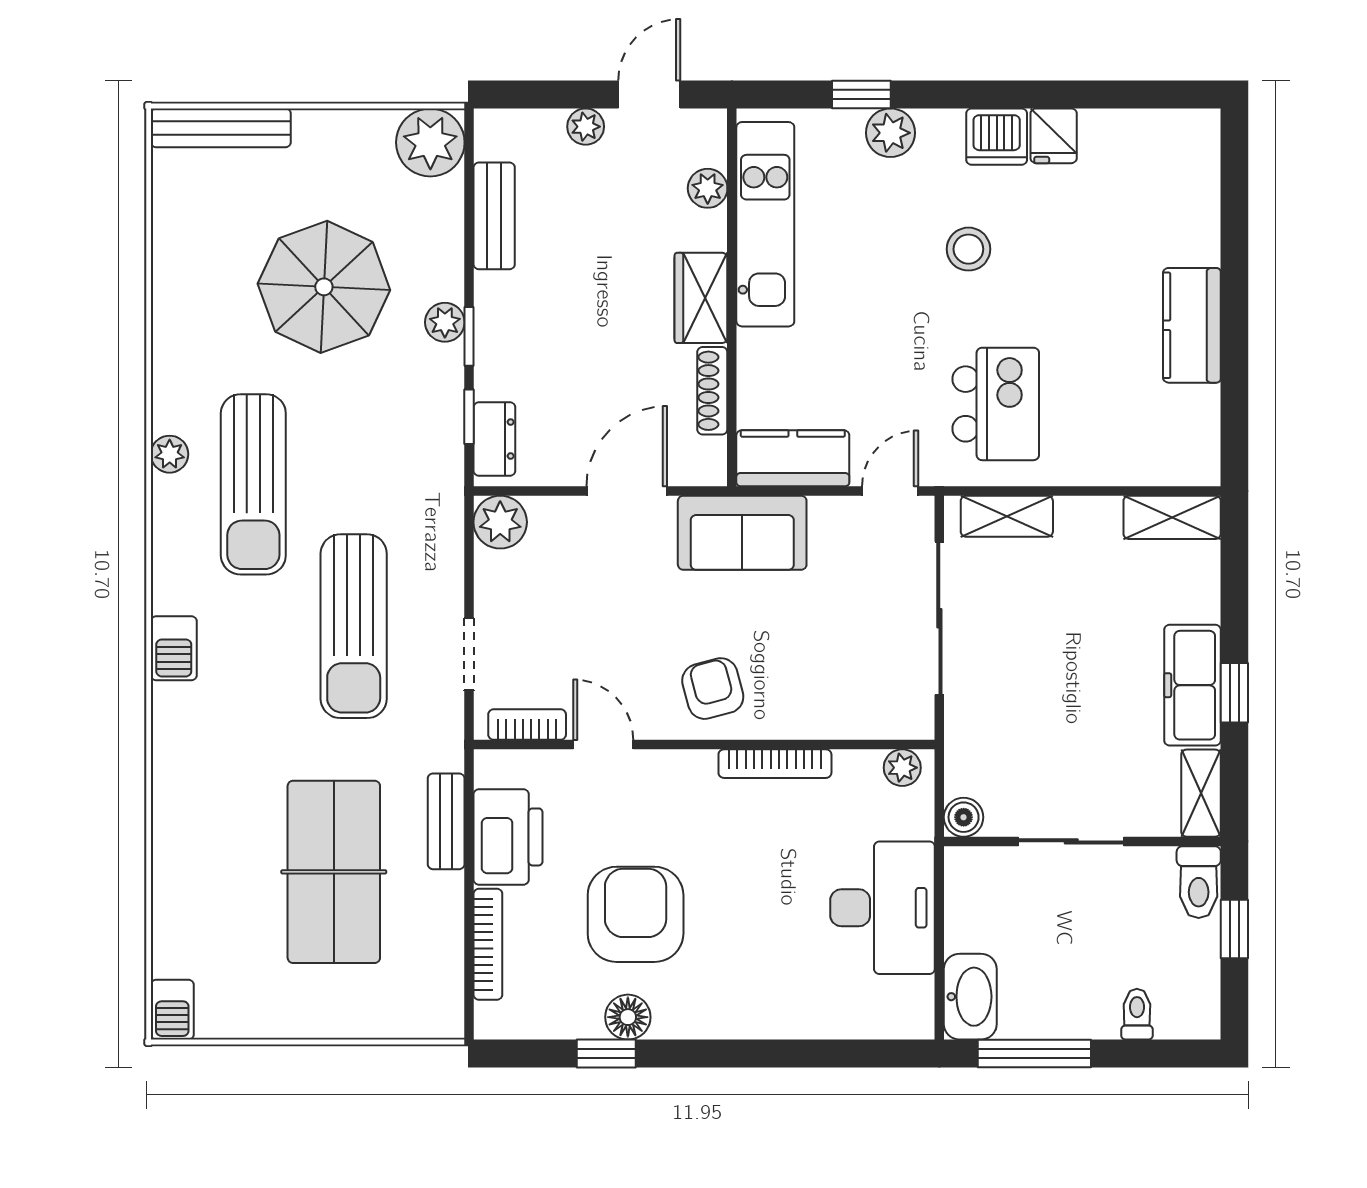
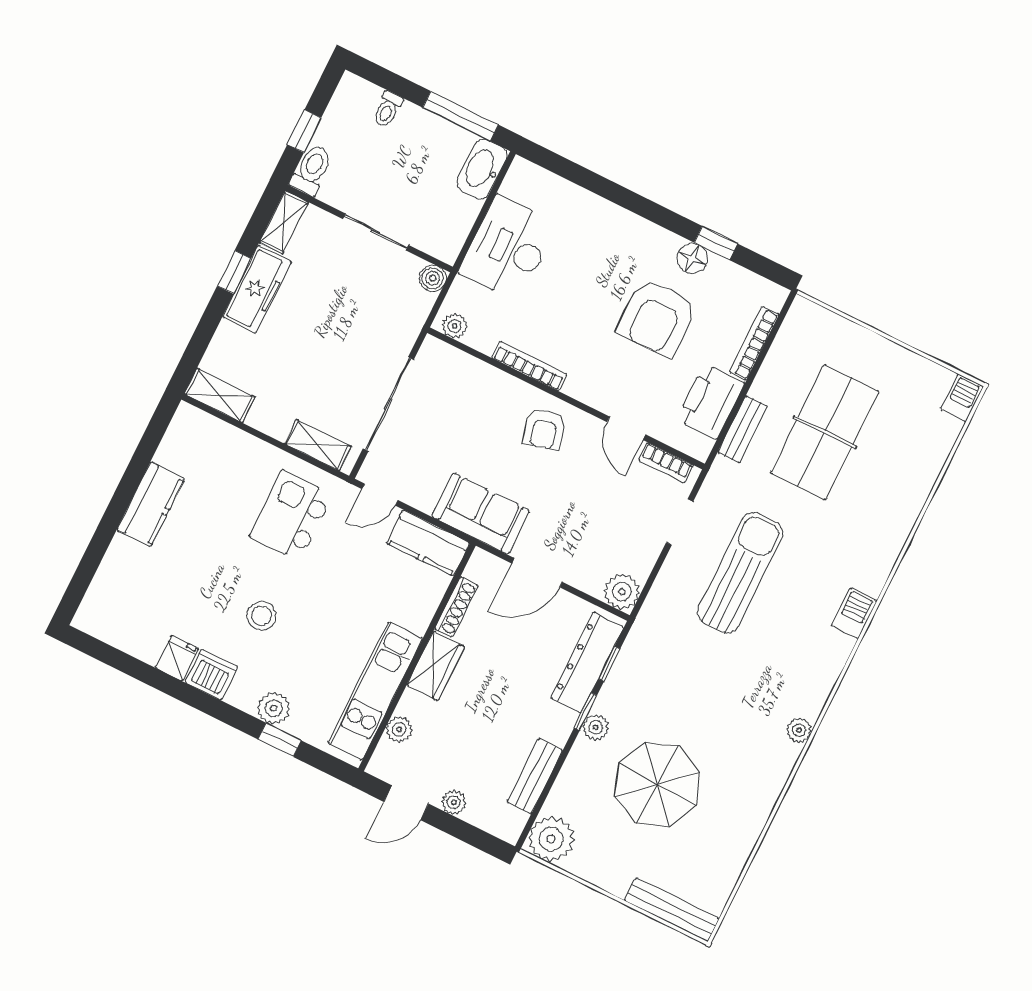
dresser: (494, 439) -> (587, 663), width x1.96, depth x1.24
sun lounger: (253, 484) -> (758, 687), removed

